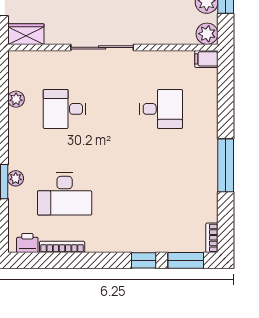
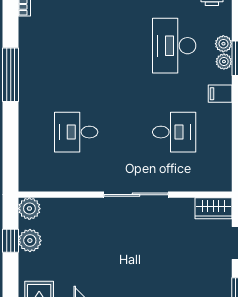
filing cabinet: (206, 59) -> (220, 94), moved, turned 180
plant: (16, 99) -> (223, 44), moved
desk: (65, 194) -> (174, 46), turned -90

